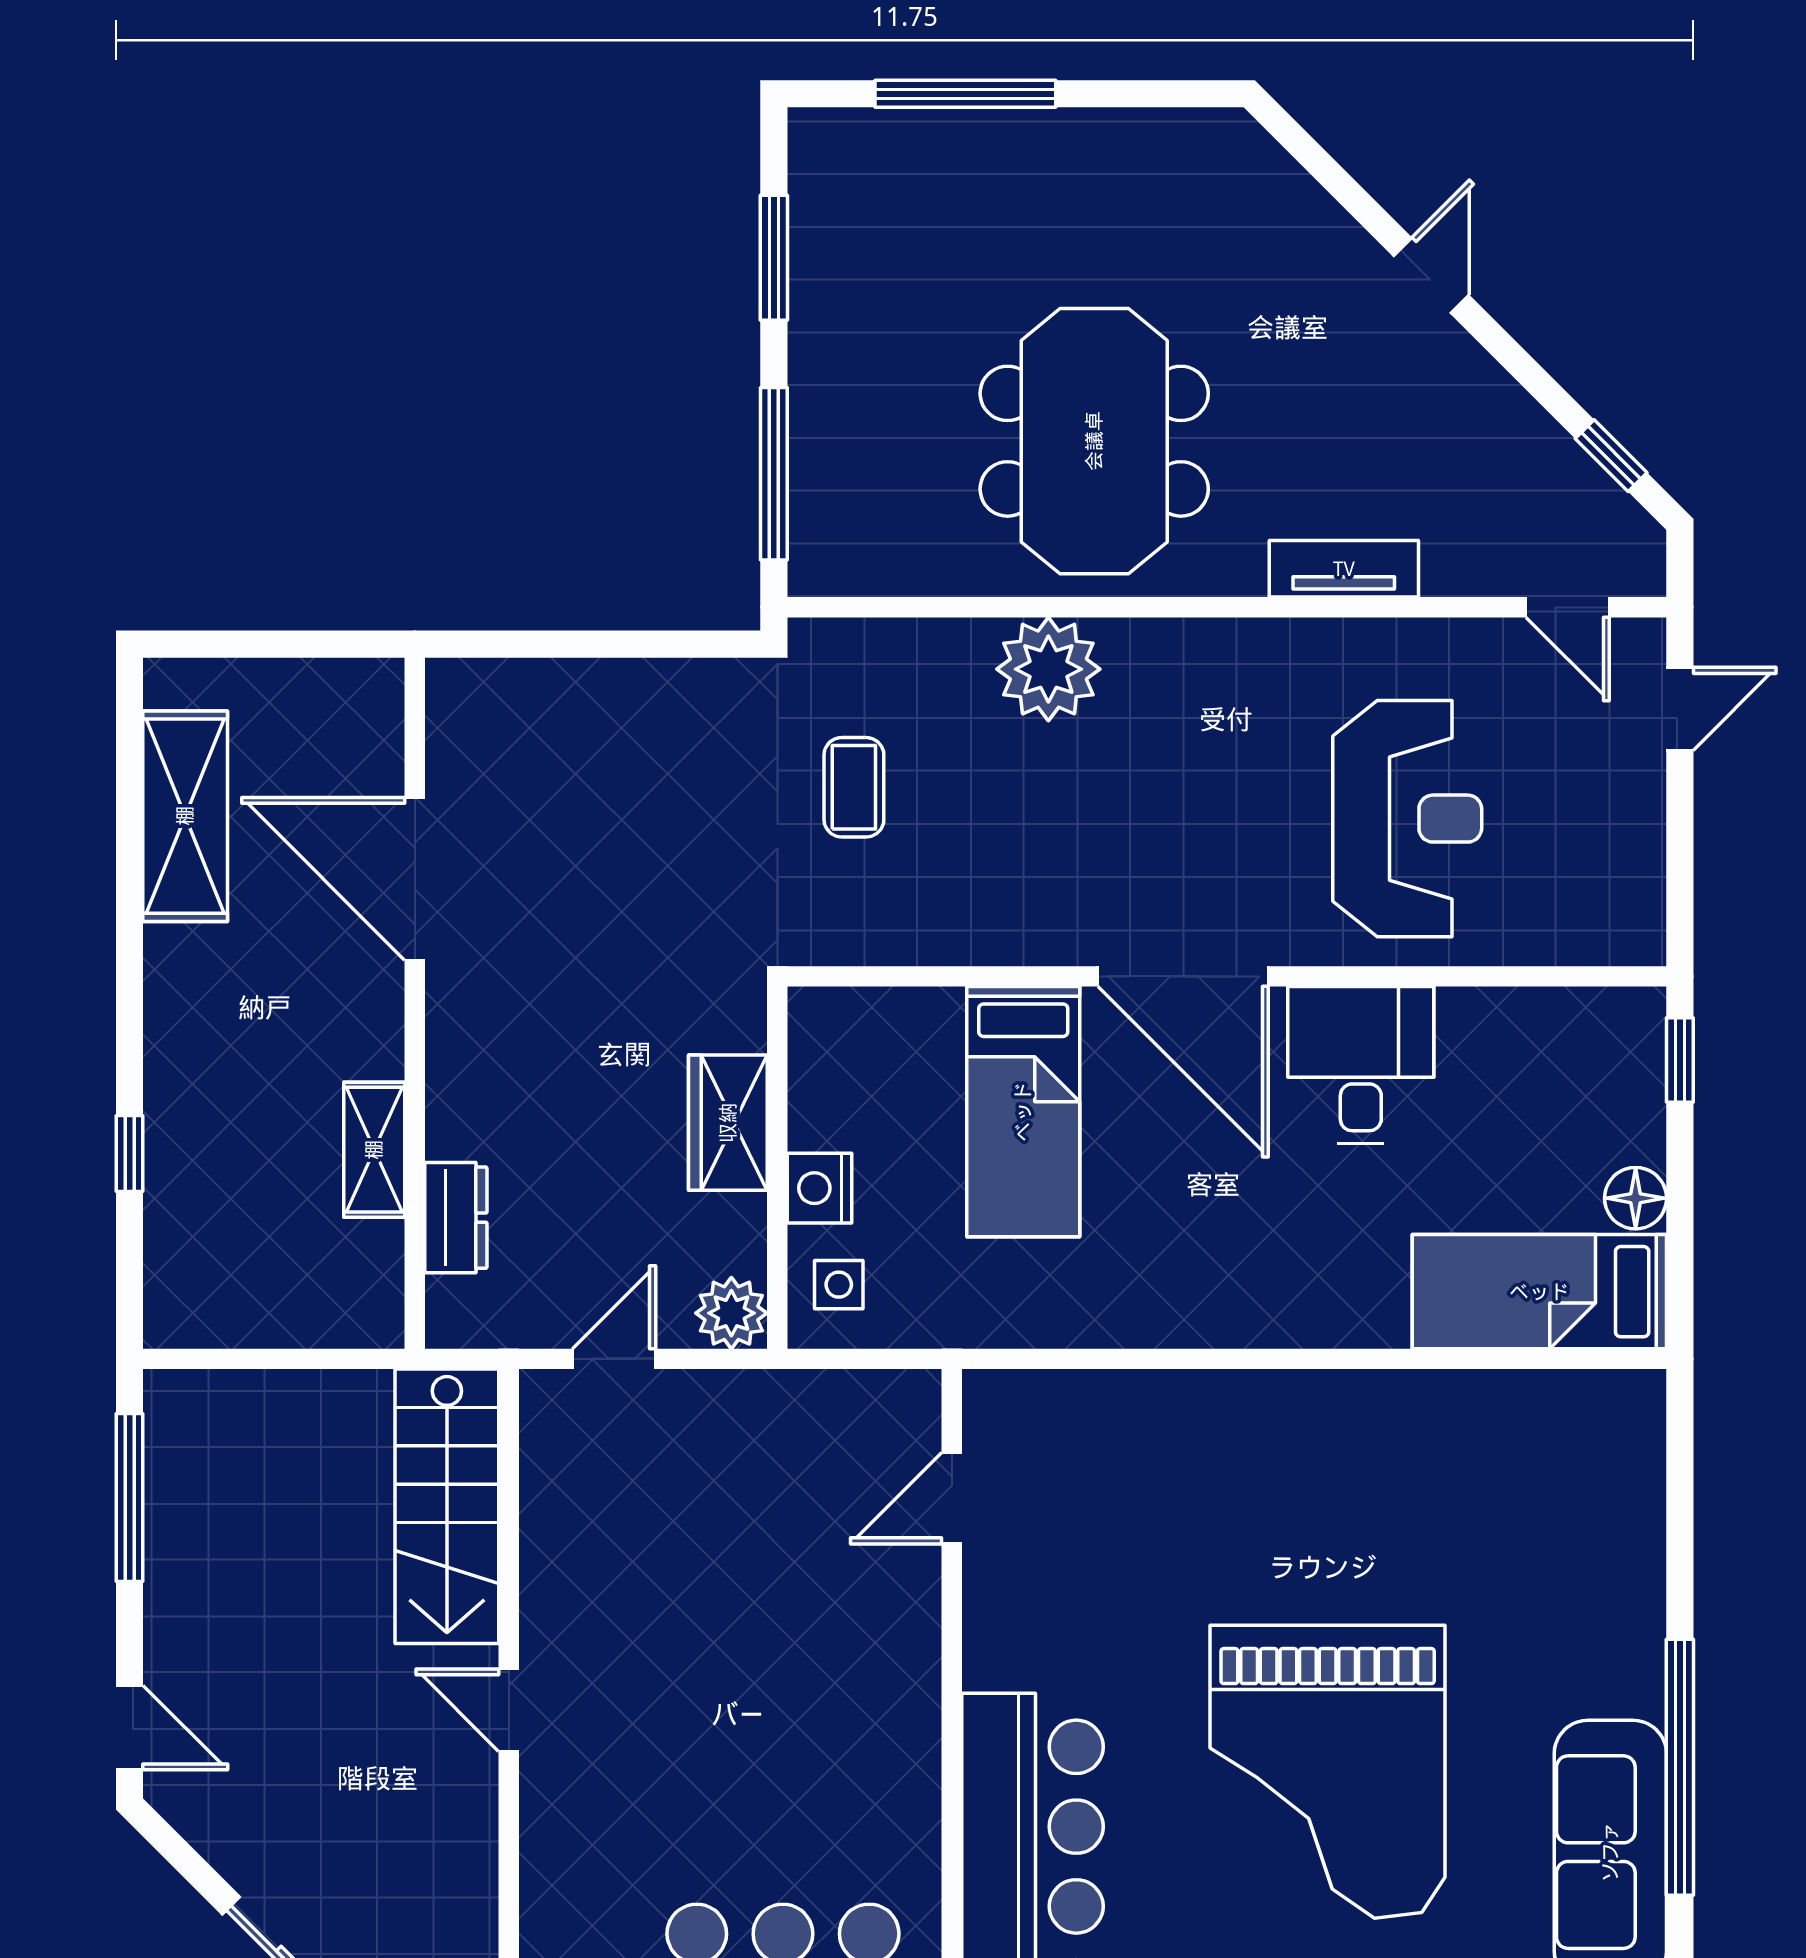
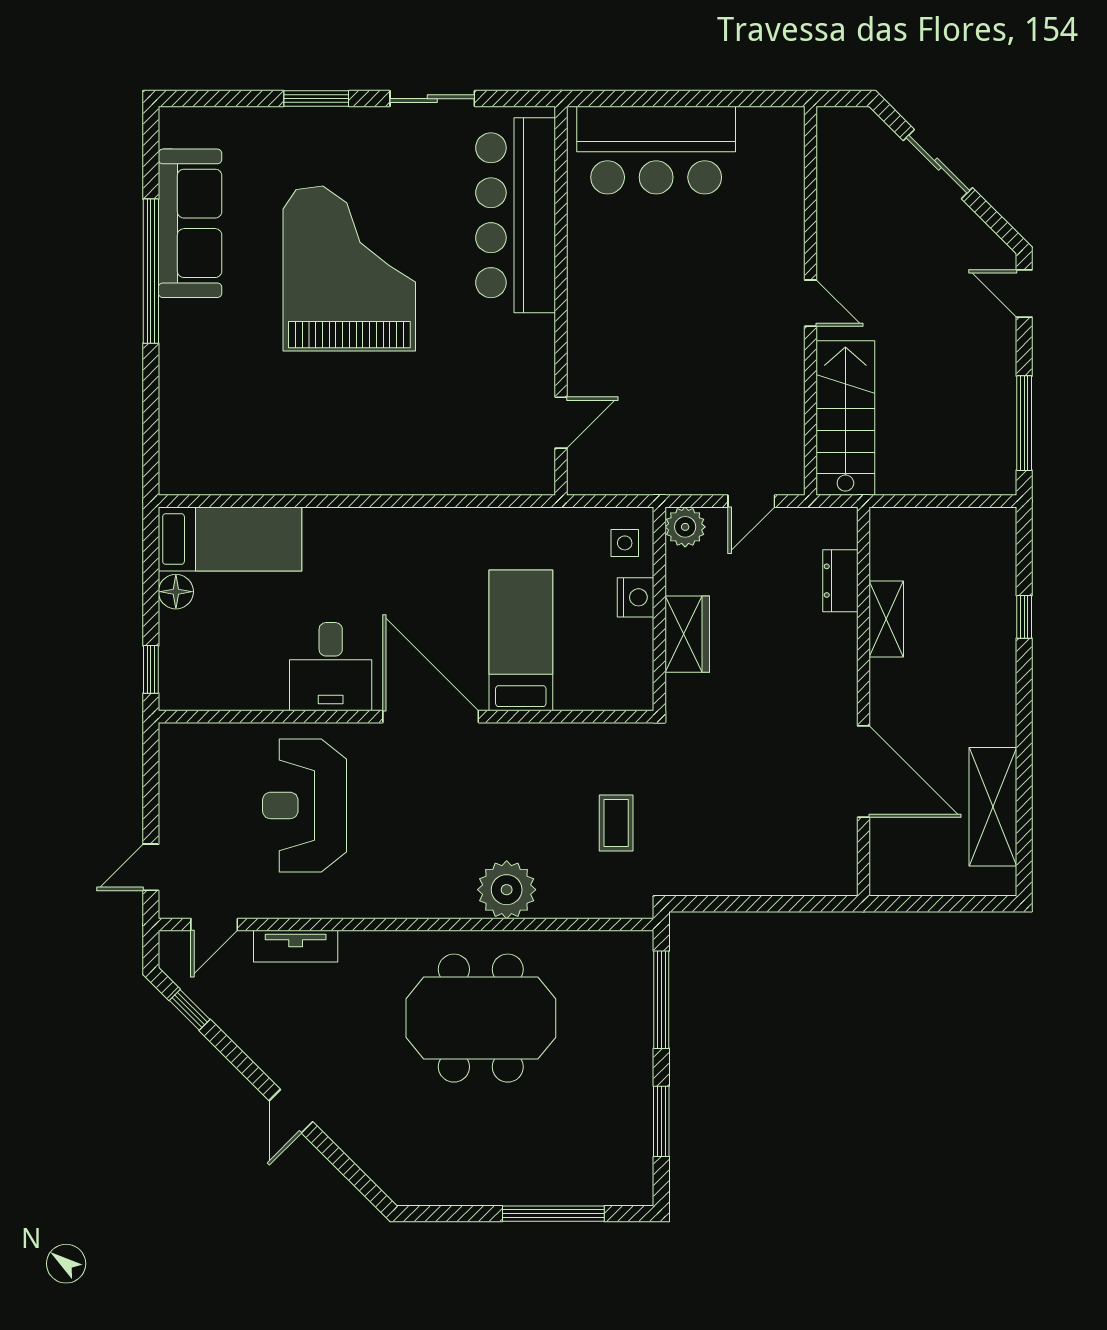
meeting table: (1094, 441) -> (481, 1018), turned 90
tv unit: (1344, 569) -> (296, 946), moved
door: (1568, 607) -> (214, 925), swing flipped

